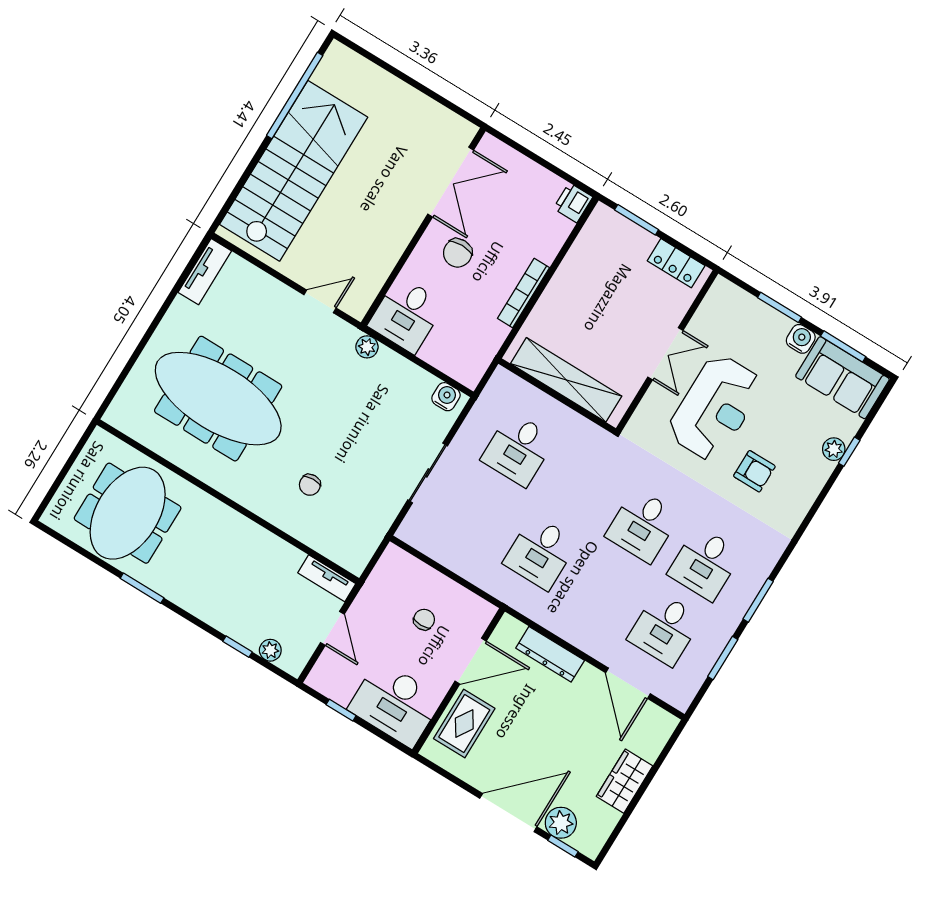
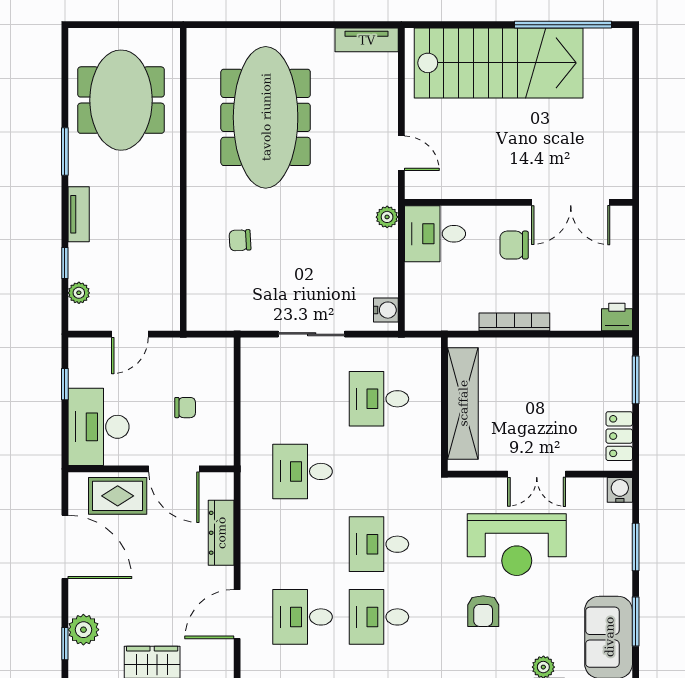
water cooler: (801, 339) -> (620, 490), moved, turned -90
meeting table: (128, 513) -> (121, 100), turned 90
tv unit: (327, 578) -> (79, 214), moved, turned 180
door: (508, 813) -> (65, 547), moved

